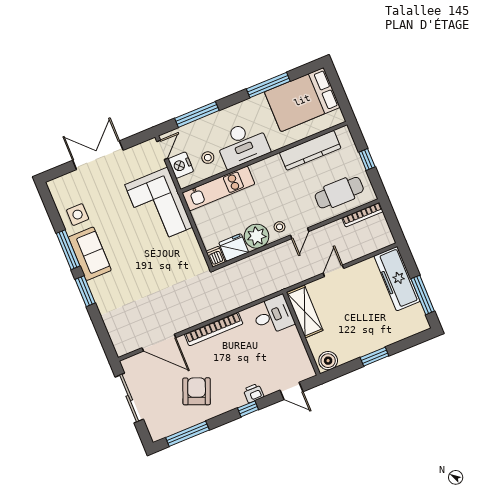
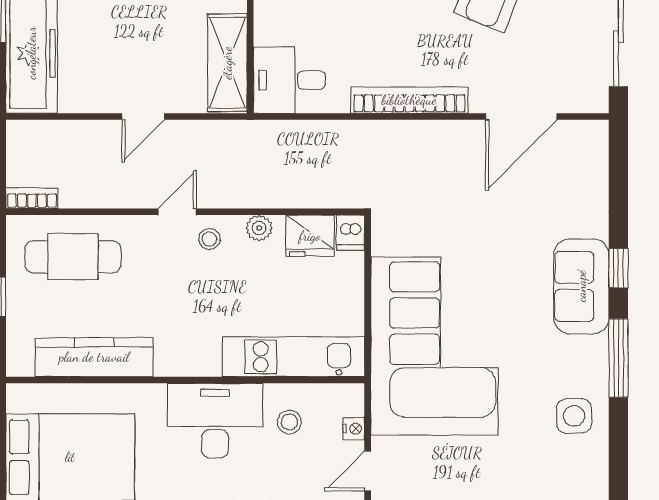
nightstand: (181, 165) -> (354, 429), width x0.53, depth x0.56
corner sofa: (159, 206) -> (434, 346), width x1.36, depth x1.36
bookcase: (362, 215) -> (32, 198), width x0.64
plant: (257, 236) -> (259, 228), width x0.53, depth x0.53
sofa: (90, 254) -> (581, 286), moved
window: (85, 291) -> (618, 268), width x0.67
door: (159, 343) -> (521, 117), swing flipped

